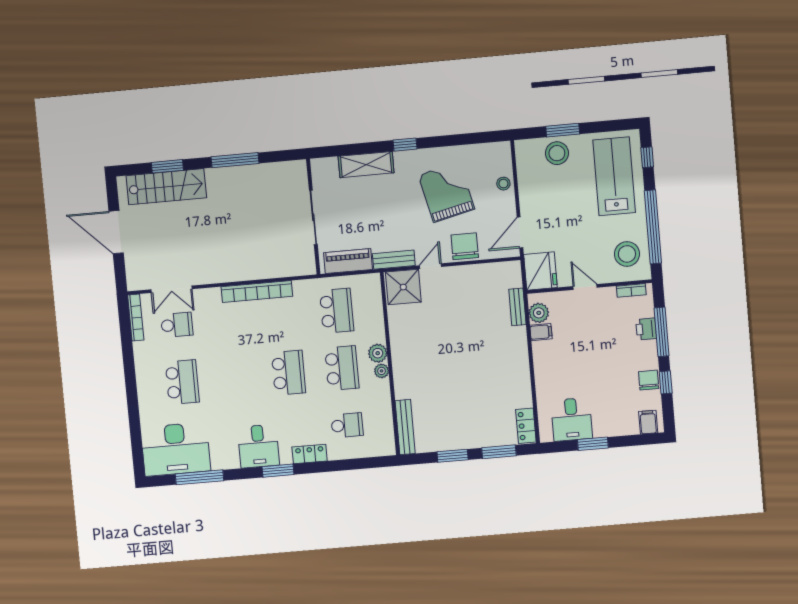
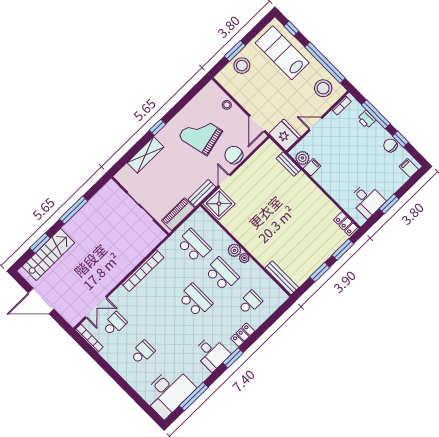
school desk: (182, 382) -> (142, 352), width x0.54

